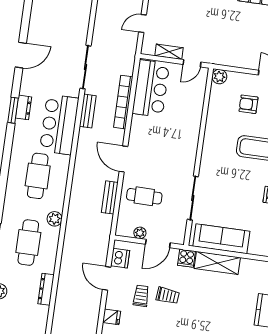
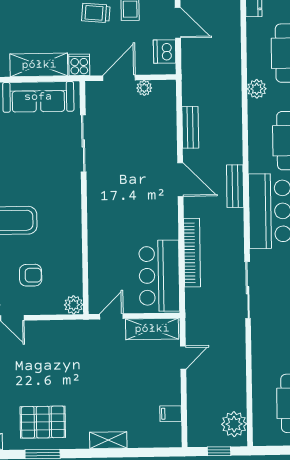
shelving: (169, 52) -> (152, 329), width x1.50, depth x1.33
bench: (88, 111) -> (235, 186), moved
cafe table: (144, 196) -> (146, 136), removed

